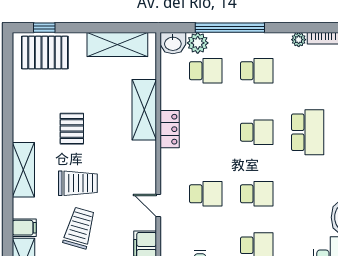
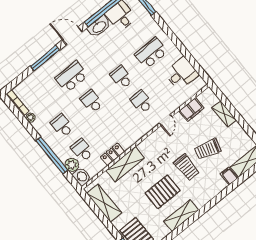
pallet: (72, 129) -> (163, 192), width x1.50, depth x1.42
locker: (170, 129) -> (112, 154), moved
shelving: (23, 170) -> (181, 216), moved
trolley: (78, 183) -> (187, 167), turned 180

